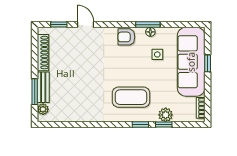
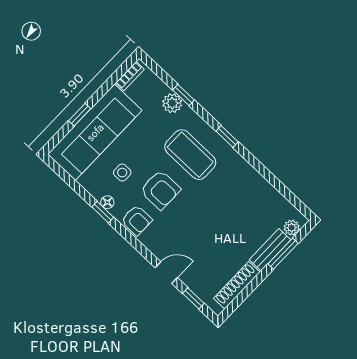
door: (86, 25) -> (166, 273), swing flipped
window: (148, 25) -> (103, 212), width x0.67
armchair: (129, 64) -> (160, 190), added
window: (140, 124) -> (227, 137), moved

